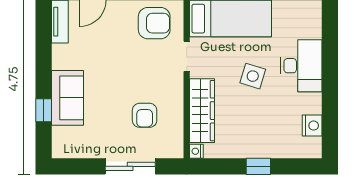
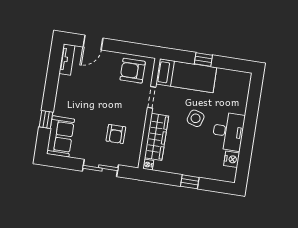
armchair: (154, 23) -> (133, 71), turned 180
desk: (301, 66) -> (228, 131), moved
sofa: (68, 98) -> (60, 136), moved

